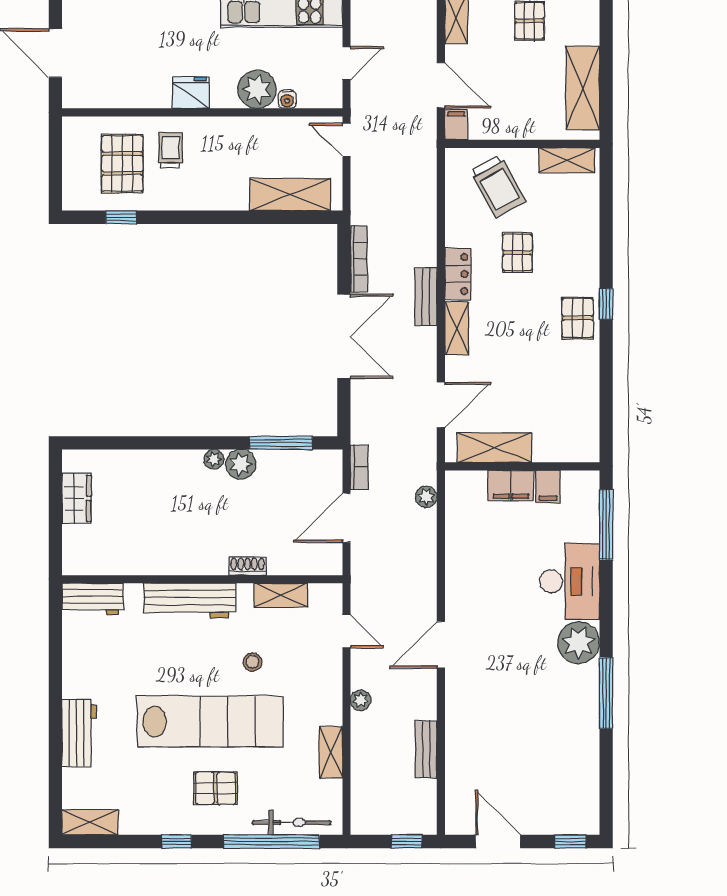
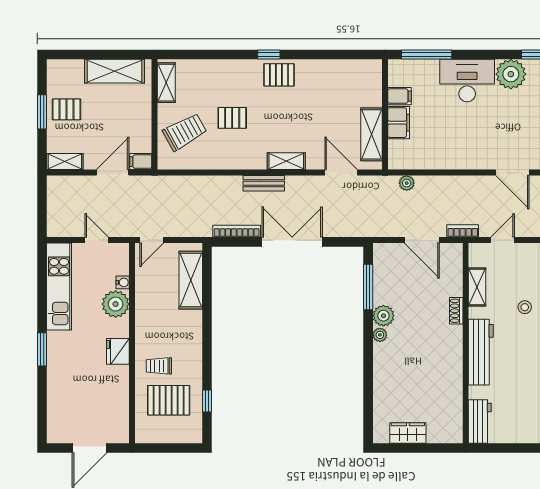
locker: (458, 274) -> (248, 160), removed
bookcase: (359, 467) -> (463, 231), moved

